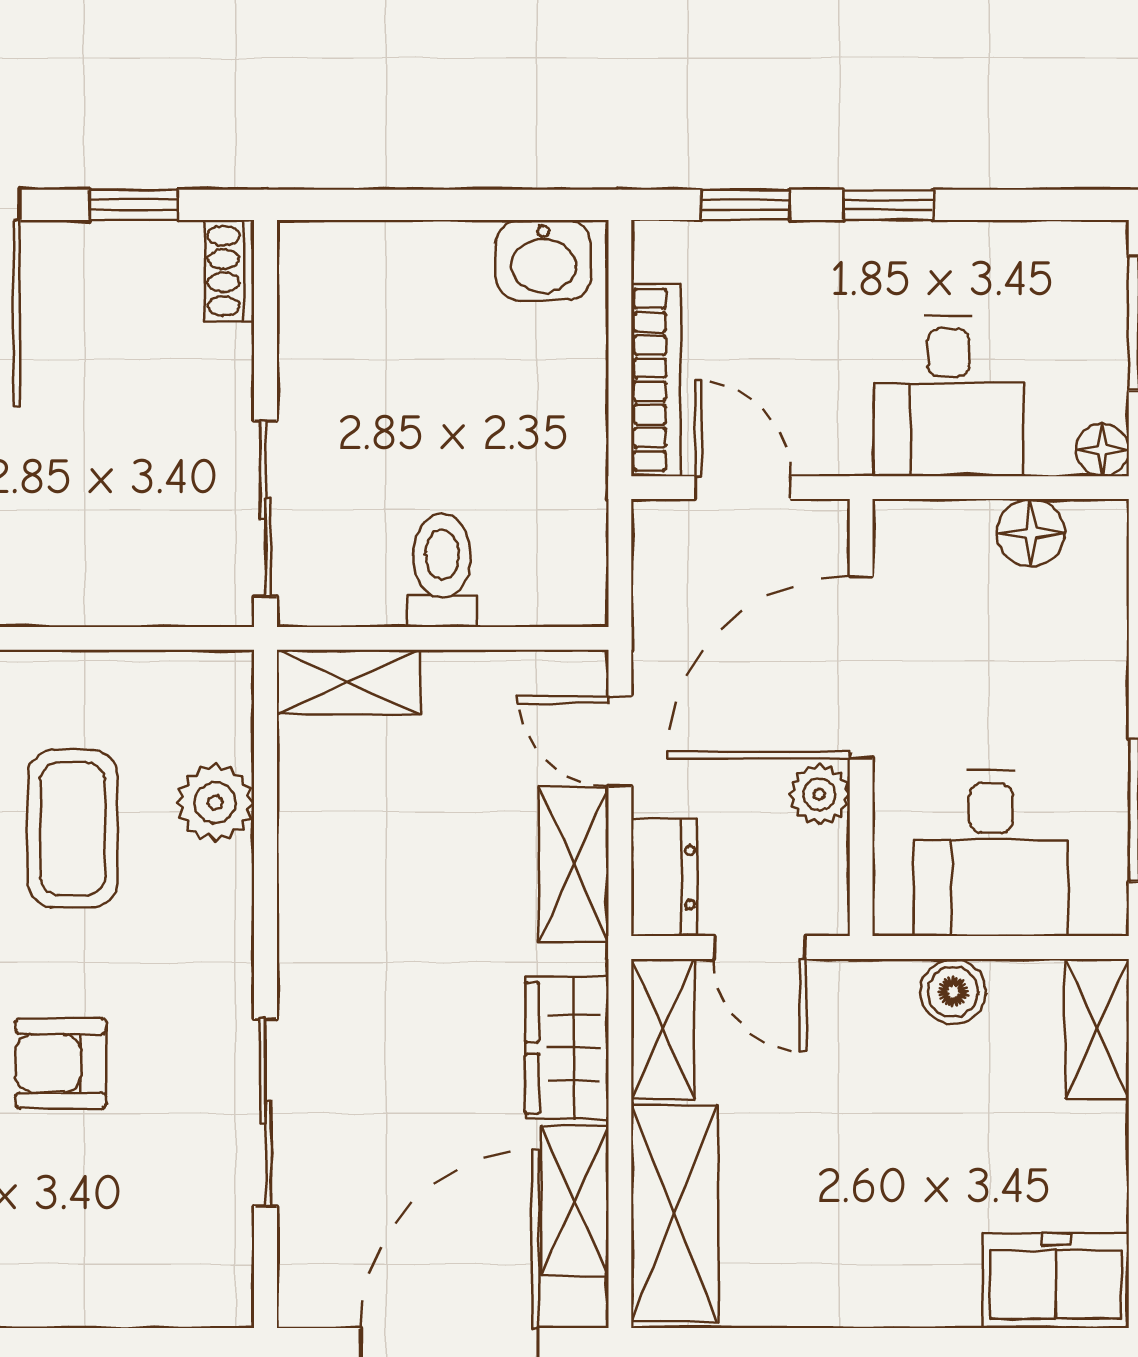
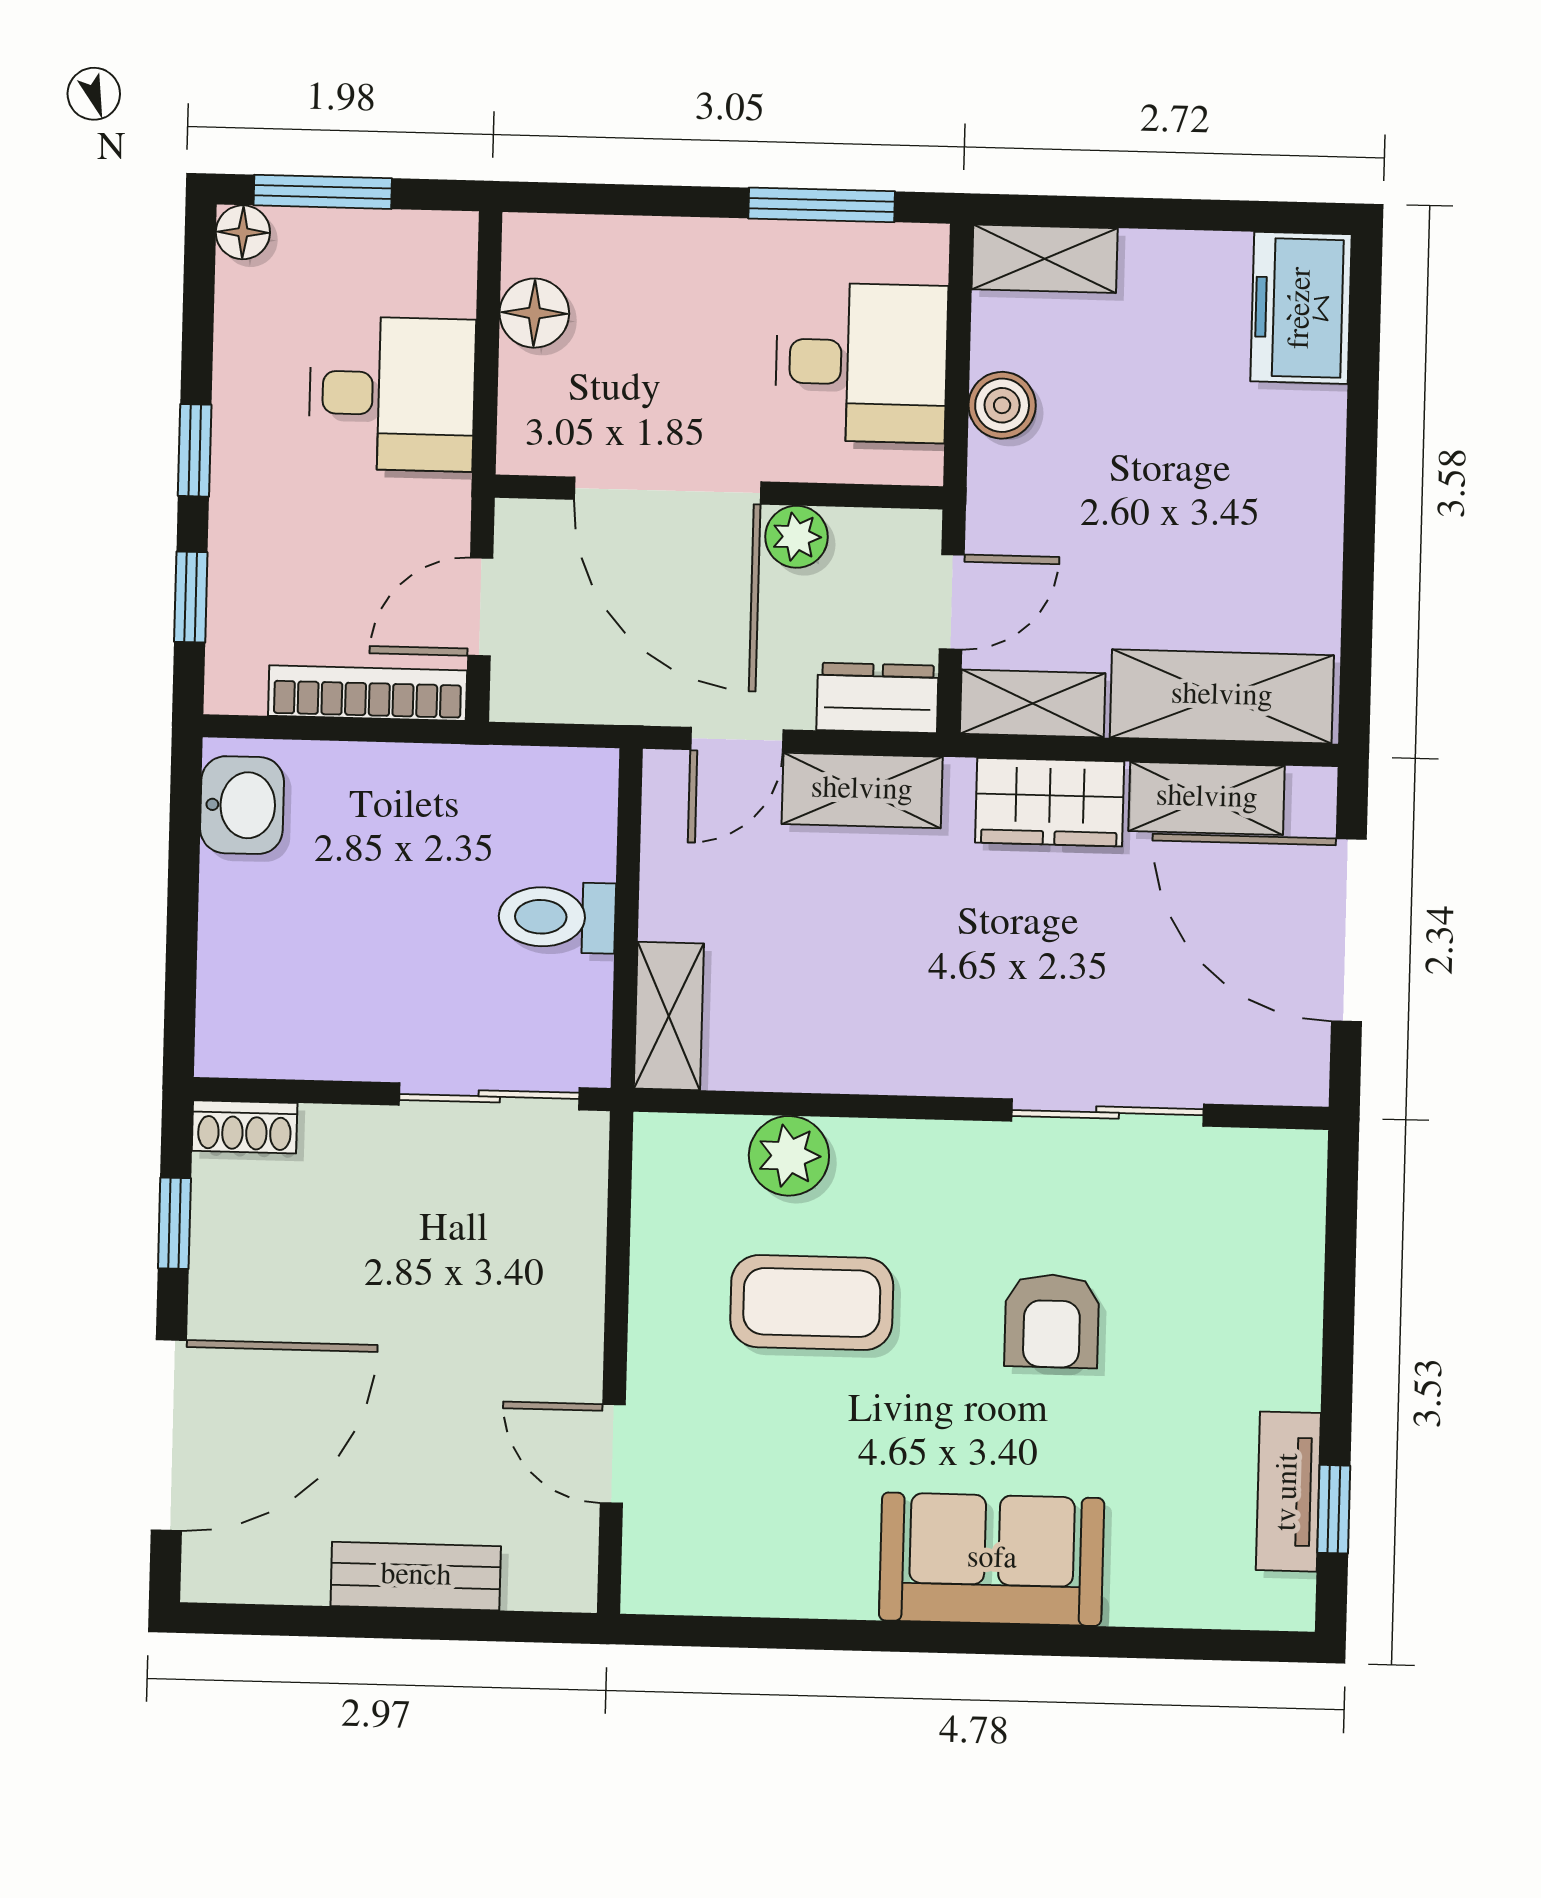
floor lamp: (1102, 450) -> (243, 232), moved

